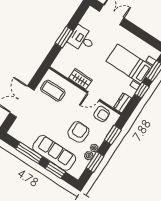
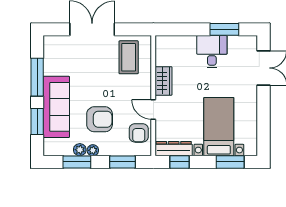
window: (64, 37) -> (224, 29), moved
window: (142, 90) -> (180, 162), moved
dresser: (122, 103) -> (174, 149), width x1.44

